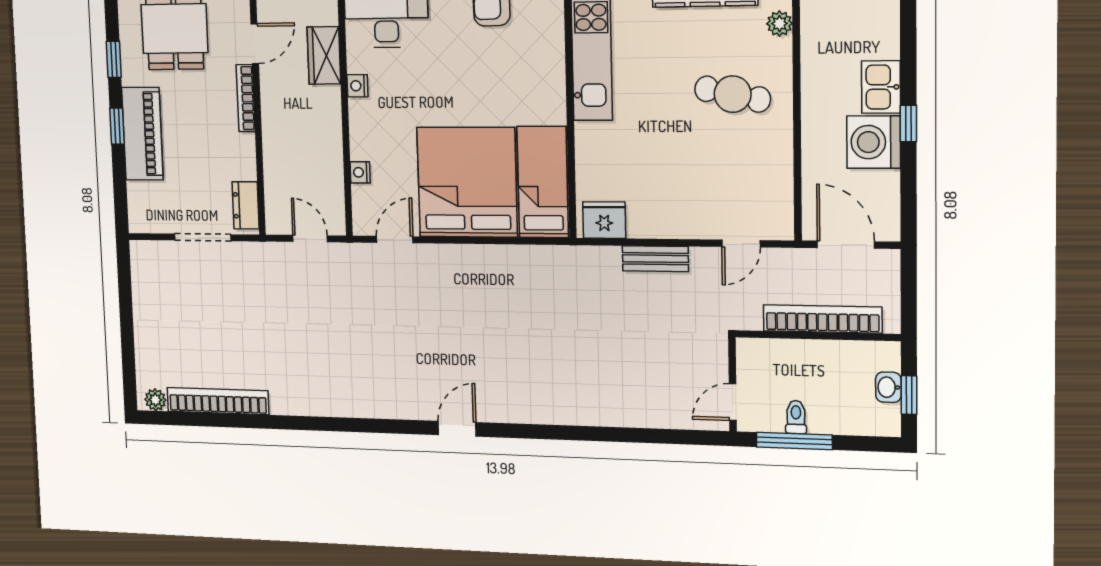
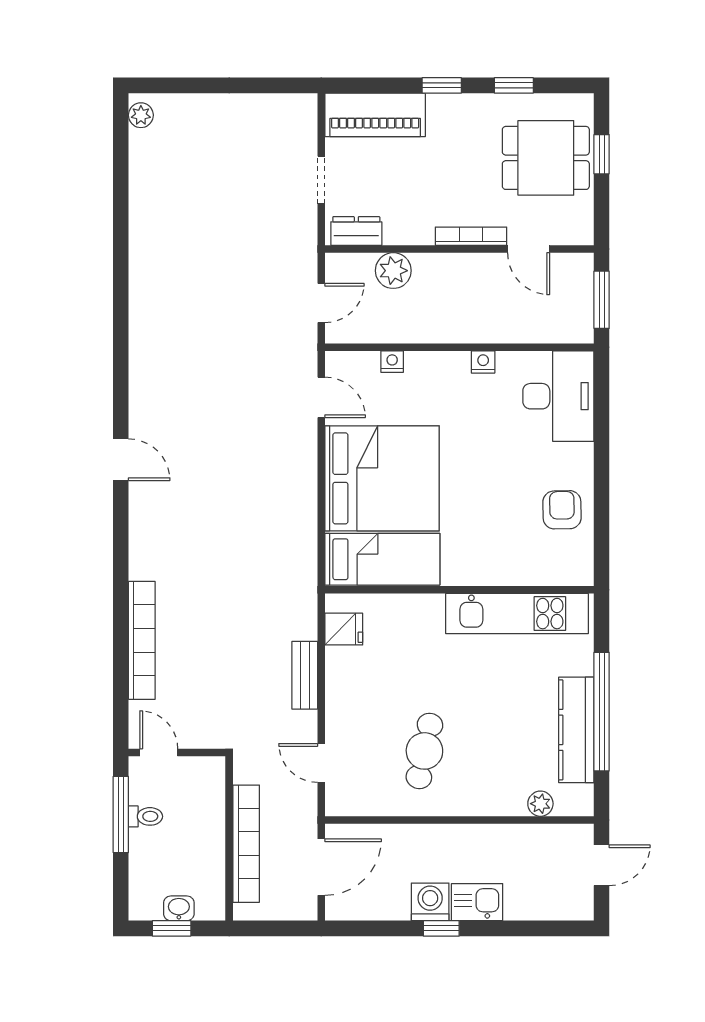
wardrobe: (324, 55) -> (515, 326), removed
cafe table: (733, 94) -> (424, 751), moved
piano: (142, 134) -> (375, 115), moved
washing machine: (874, 142) -> (430, 902), width x0.73, depth x0.73
plant: (279, 171) -> (393, 271), added
fridge: (604, 220) -> (344, 629), width x0.72
doorway: (203, 237) -> (321, 180), width x0.73
bookcase: (218, 401) -> (142, 640), moved

